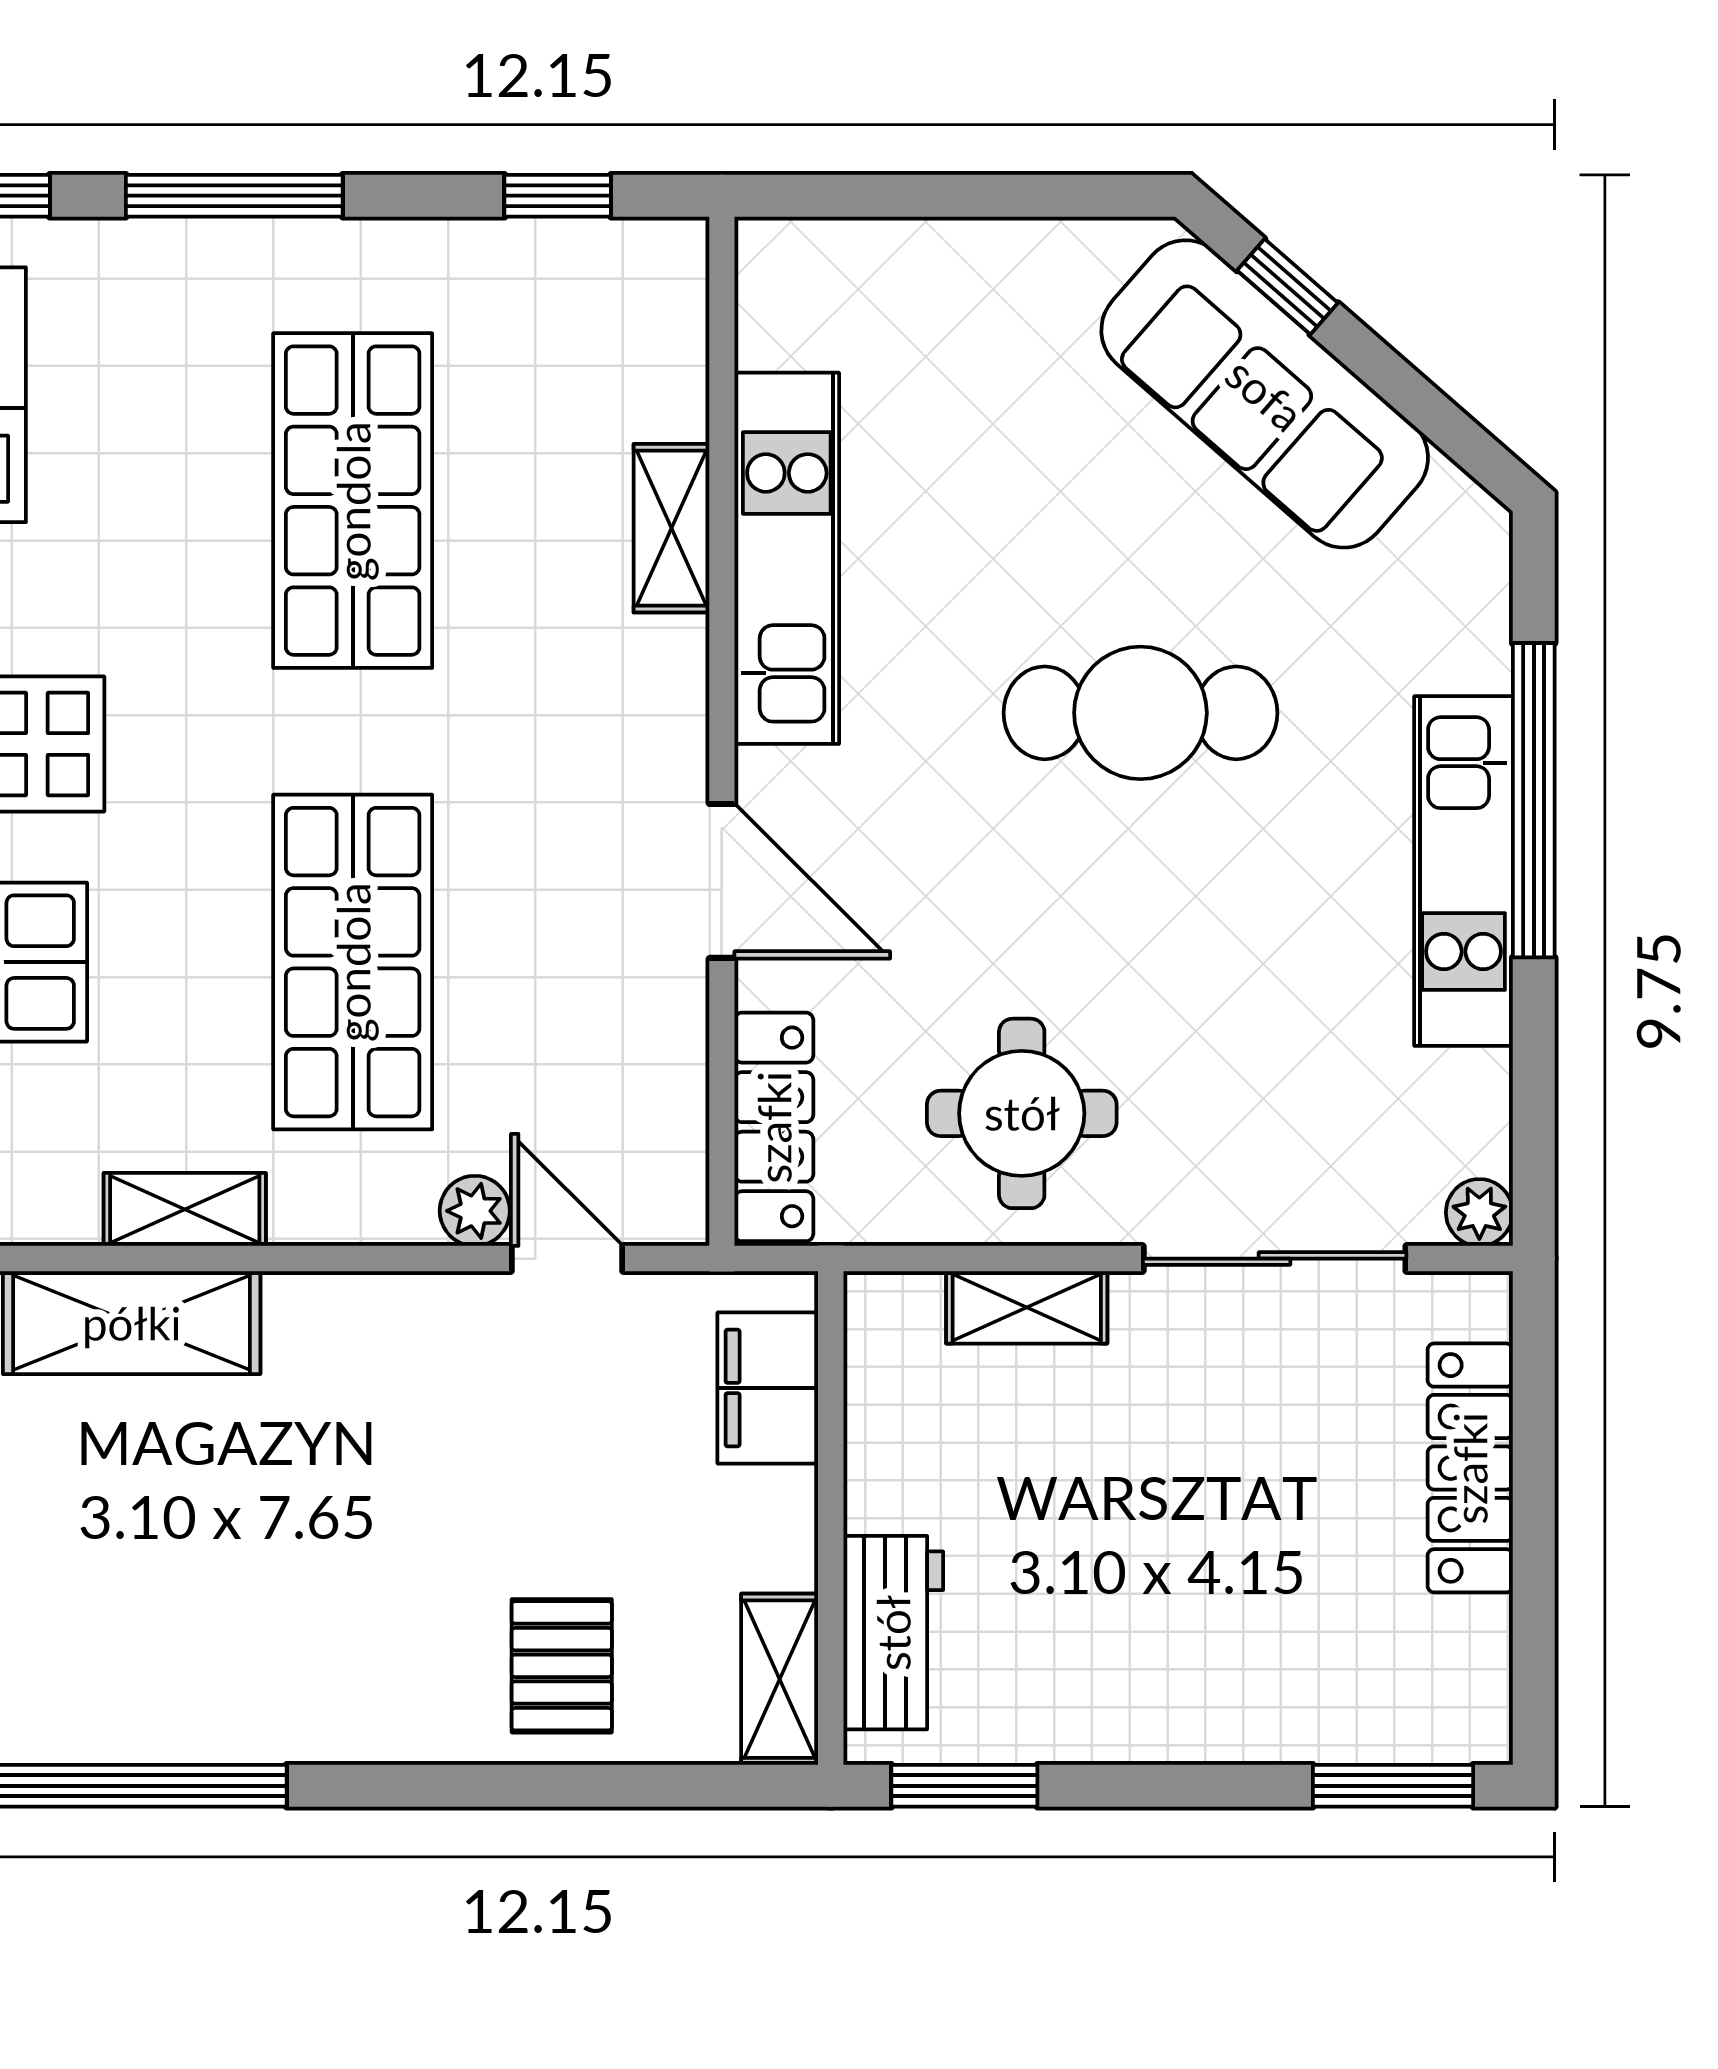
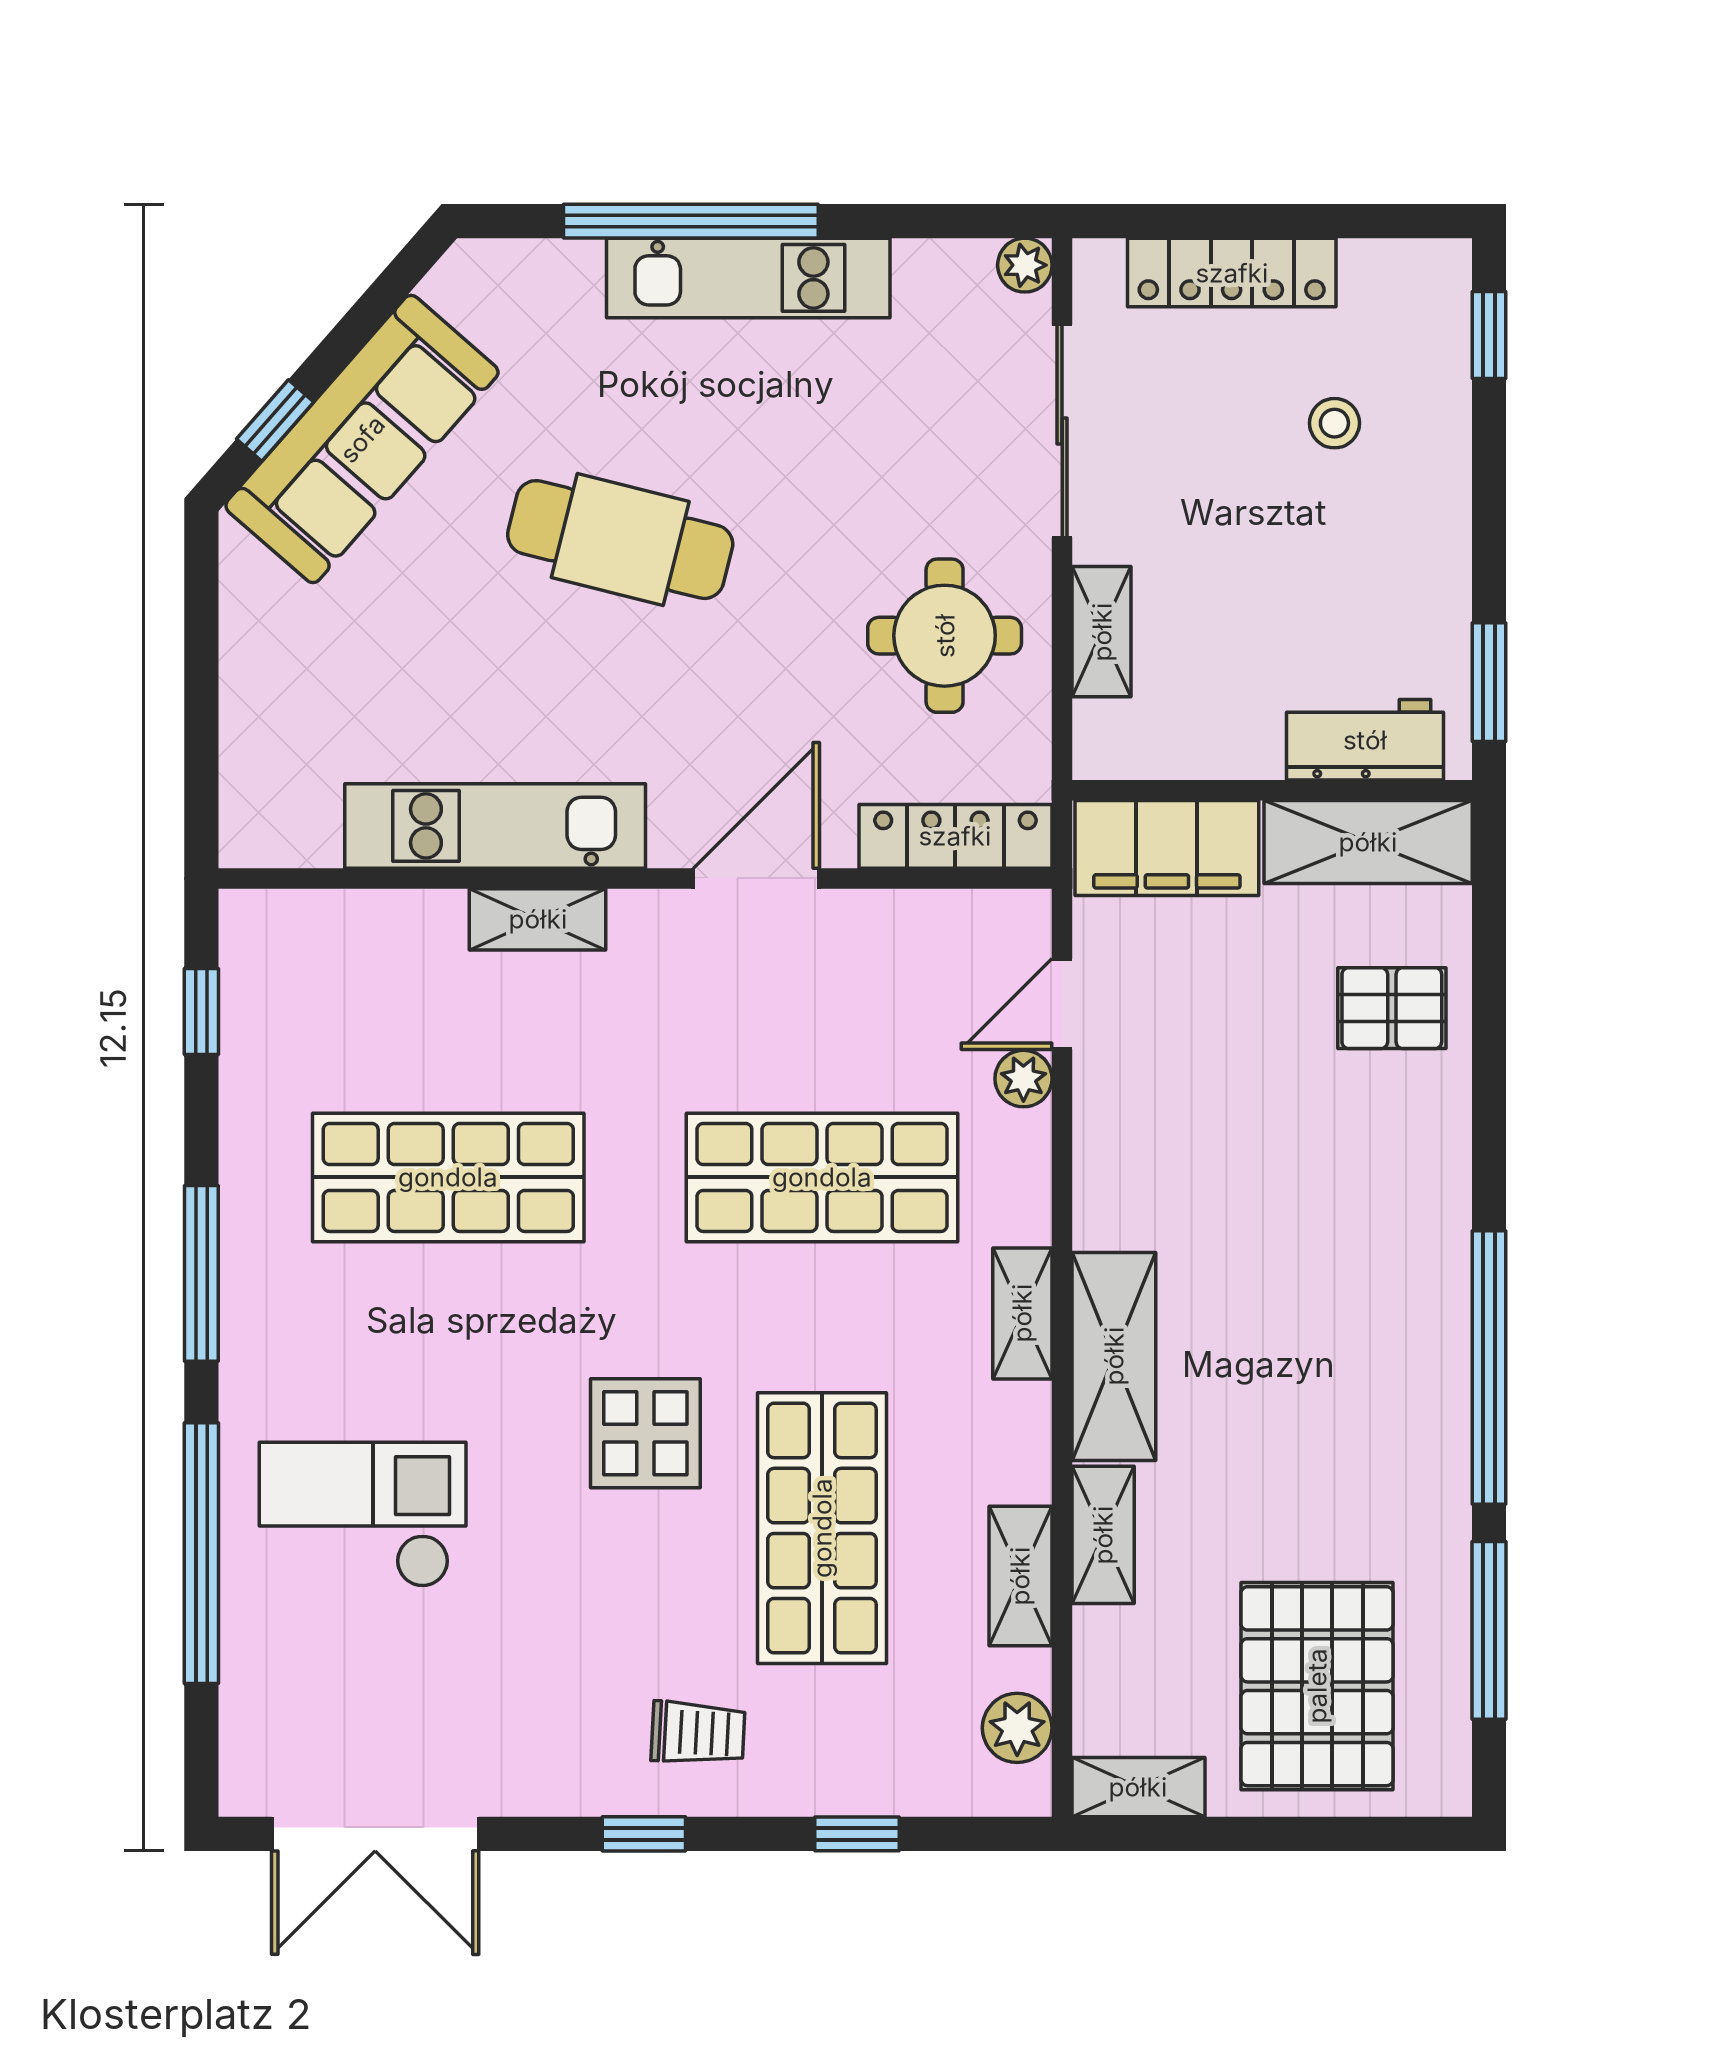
shelving: (671, 528) -> (538, 919), moved
cafe table: (1140, 713) -> (620, 540), turned -76
filing cabinet: (768, 1388) -> (1167, 848), width x1.50, depth x1.17
stool: (1284, 1595) -> (1334, 423), added
shelving: (780, 1679) -> (1368, 842), width x1.50, depth x1.33
window: (1393, 1786) -> (1489, 335), width x0.67

